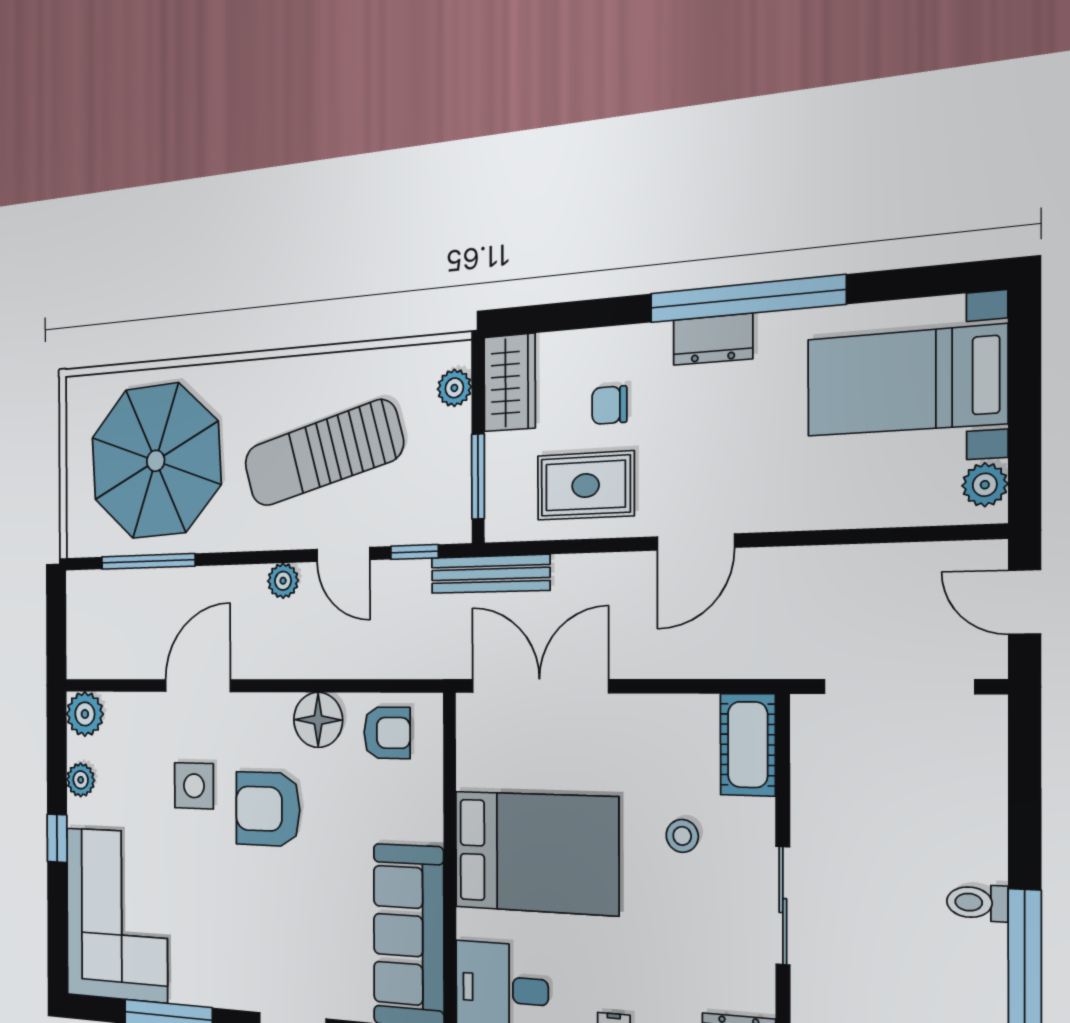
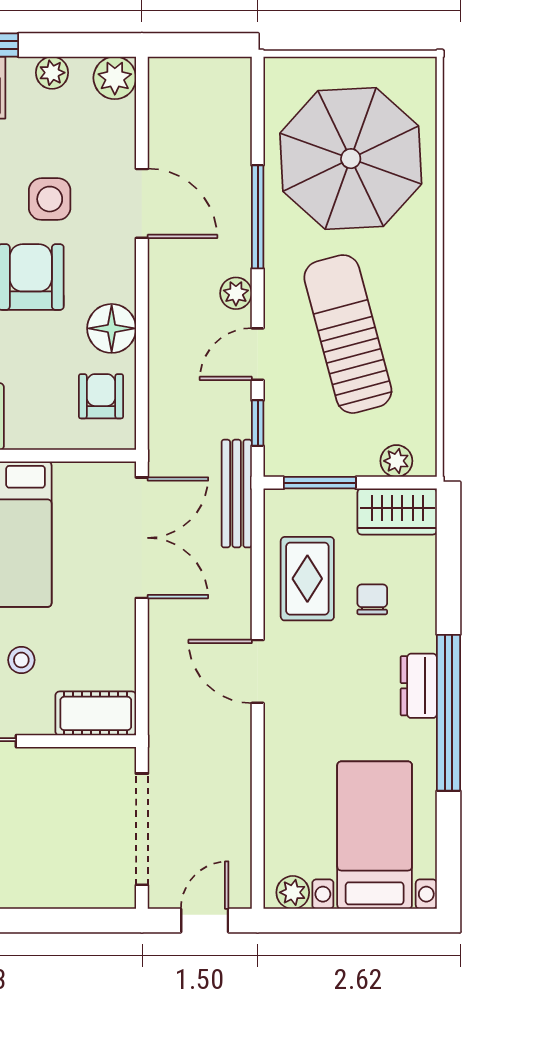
window: (148, 561) -> (258, 217), moved
armchair: (387, 733) -> (101, 396), turned 180

